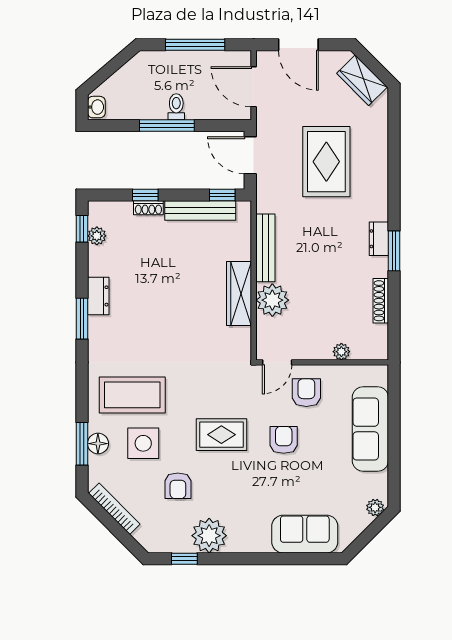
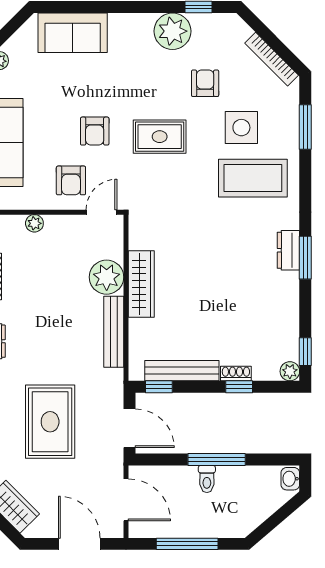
plant: (97, 236) -> (290, 371), moved
dresser: (98, 296) -> (288, 250), moved
floor lamp: (98, 444) -> (289, 127), removed

